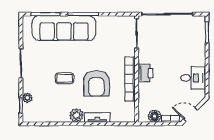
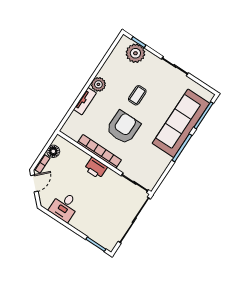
armchair: (96, 83) -> (123, 127), moved, turned 90
plant: (27, 98) -> (135, 53), width x1.88, depth x1.88

